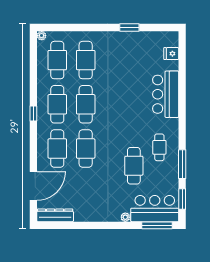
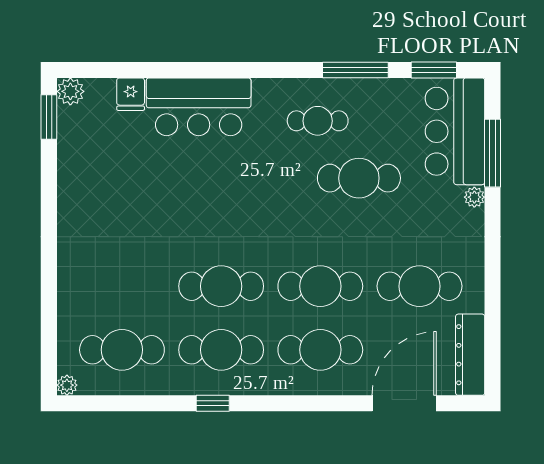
window: (129, 27) -> (49, 117), moved
plant: (172, 37) -> (70, 91), added
fridge: (171, 54) -> (131, 94), moved
cafe table: (86, 60) -> (420, 286), moved
window: (33, 113) -> (213, 403), moved
door: (33, 186) -> (404, 403), hinge flipped
window: (157, 225) -> (493, 153), moved

